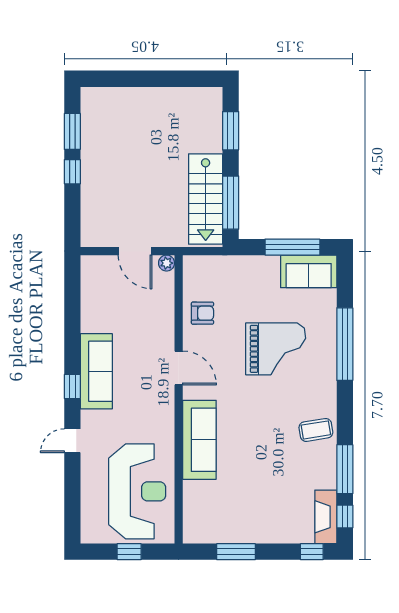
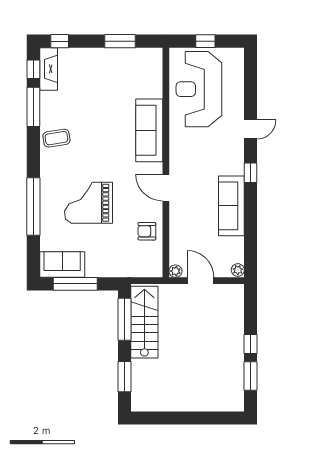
plant: (88, 265) -> (238, 270), added
sofa: (96, 371) -> (231, 206), moved

